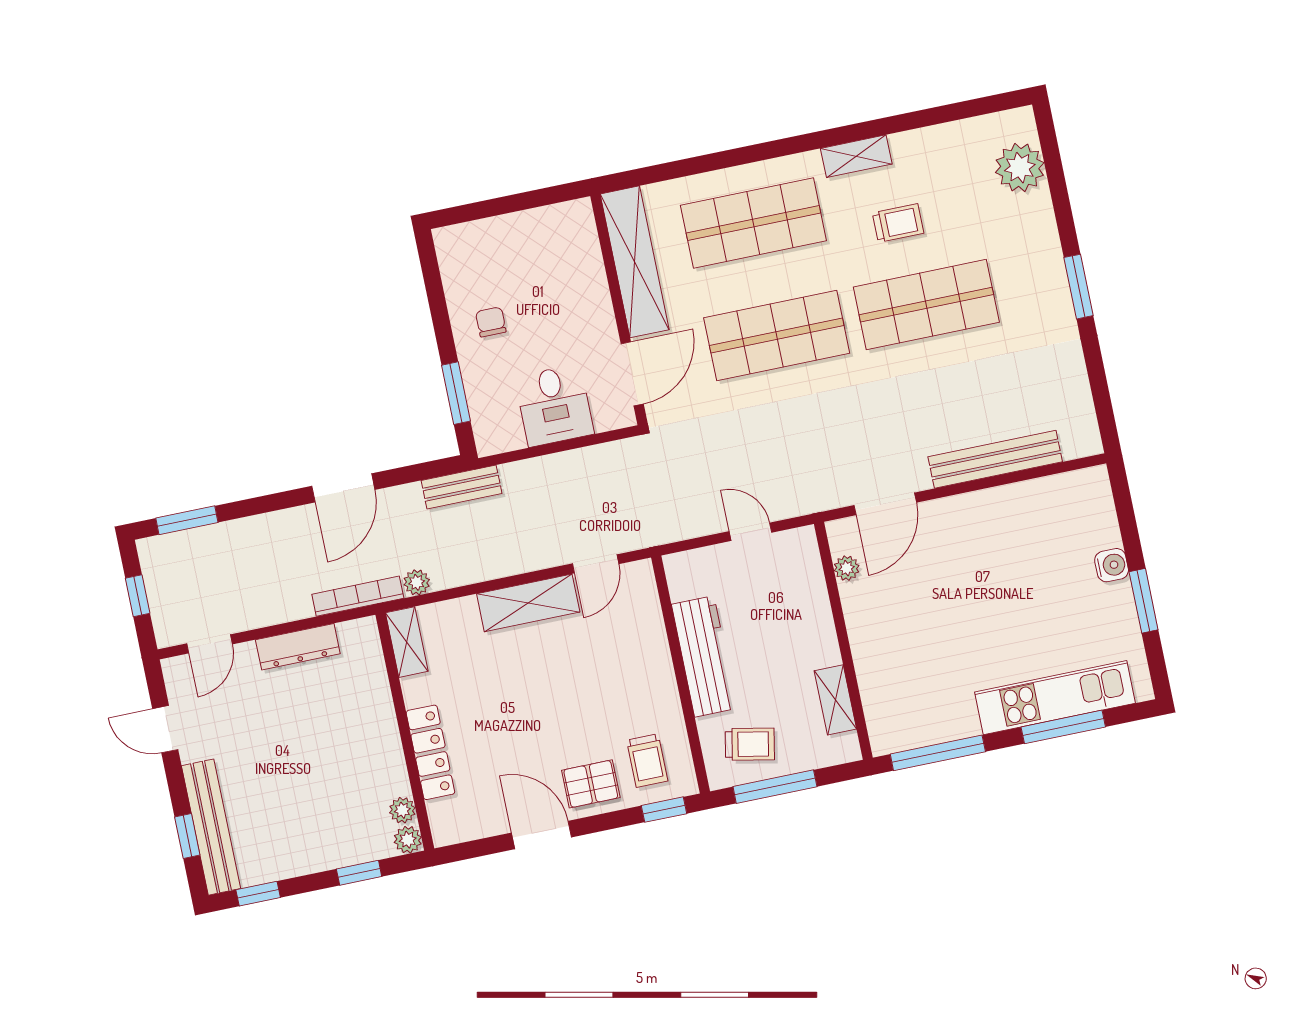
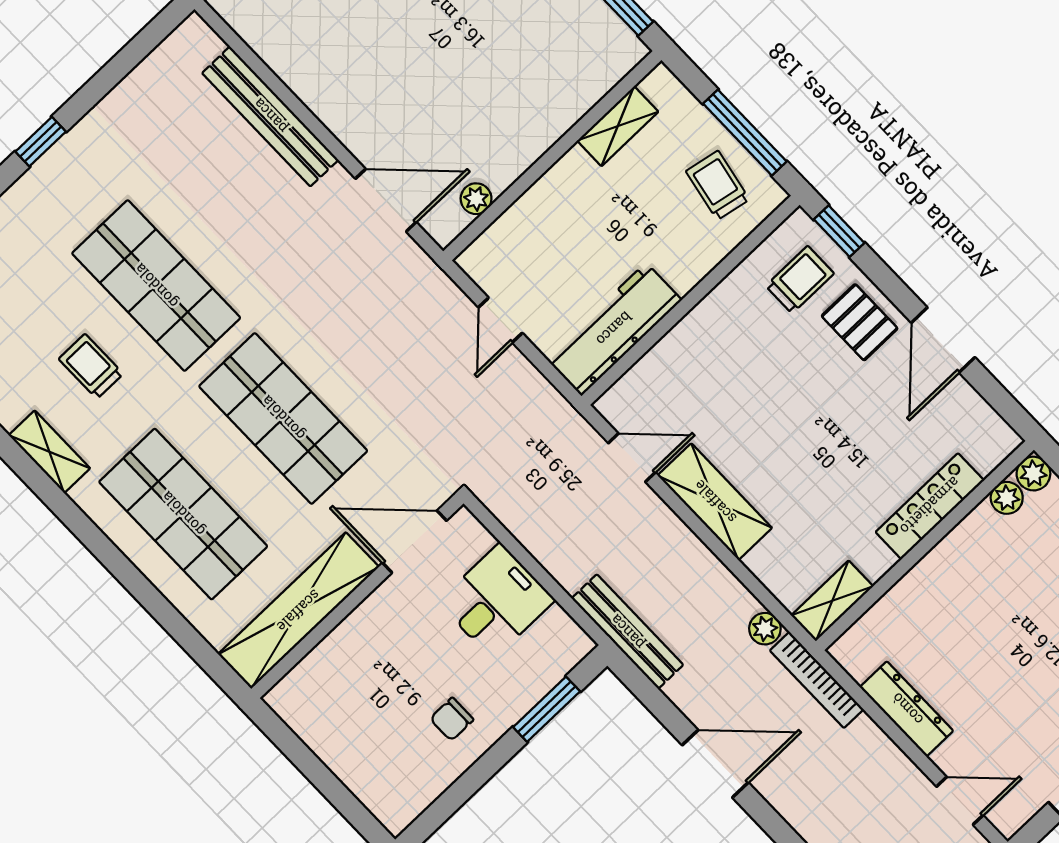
window: (1078, 287) -> (41, 142), width x0.67
bench: (462, 487) -> (627, 632), width x1.36
workbench: (704, 656) -> (614, 329), moved

